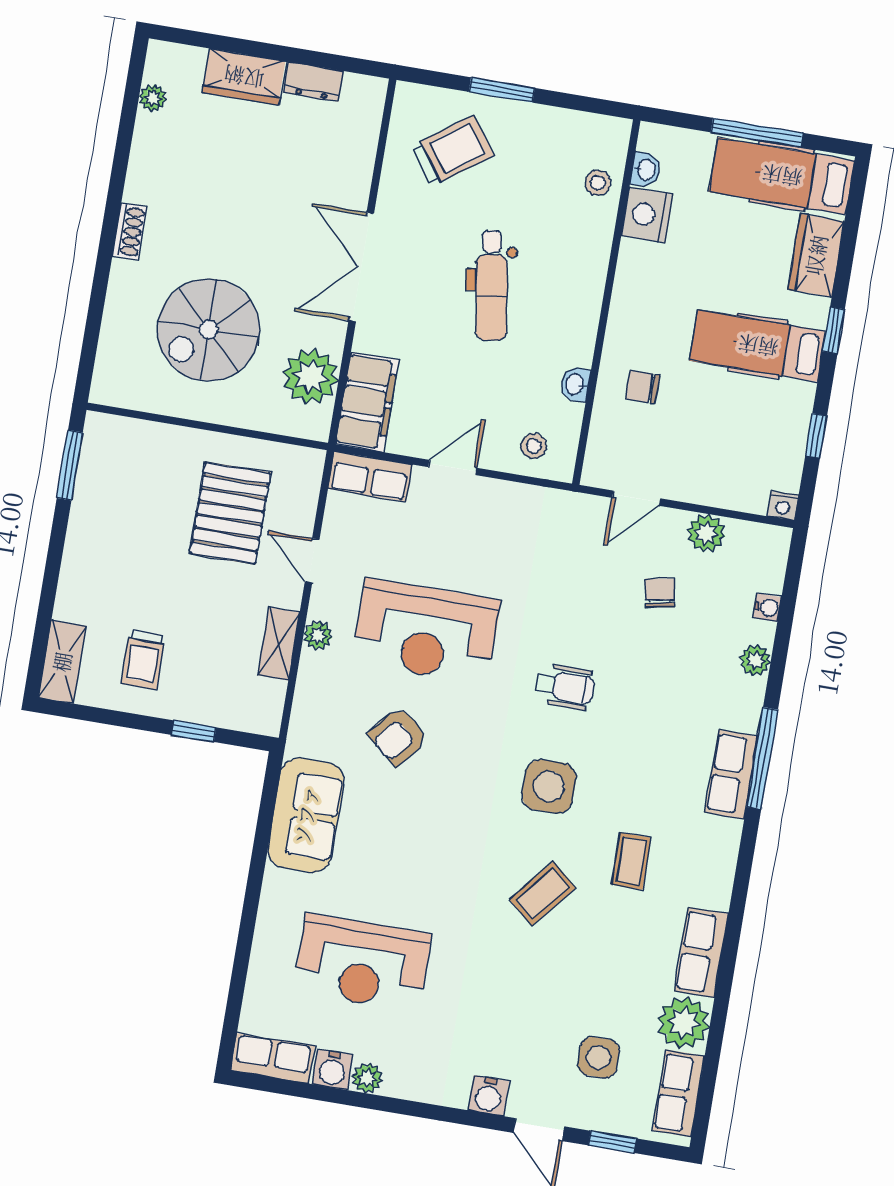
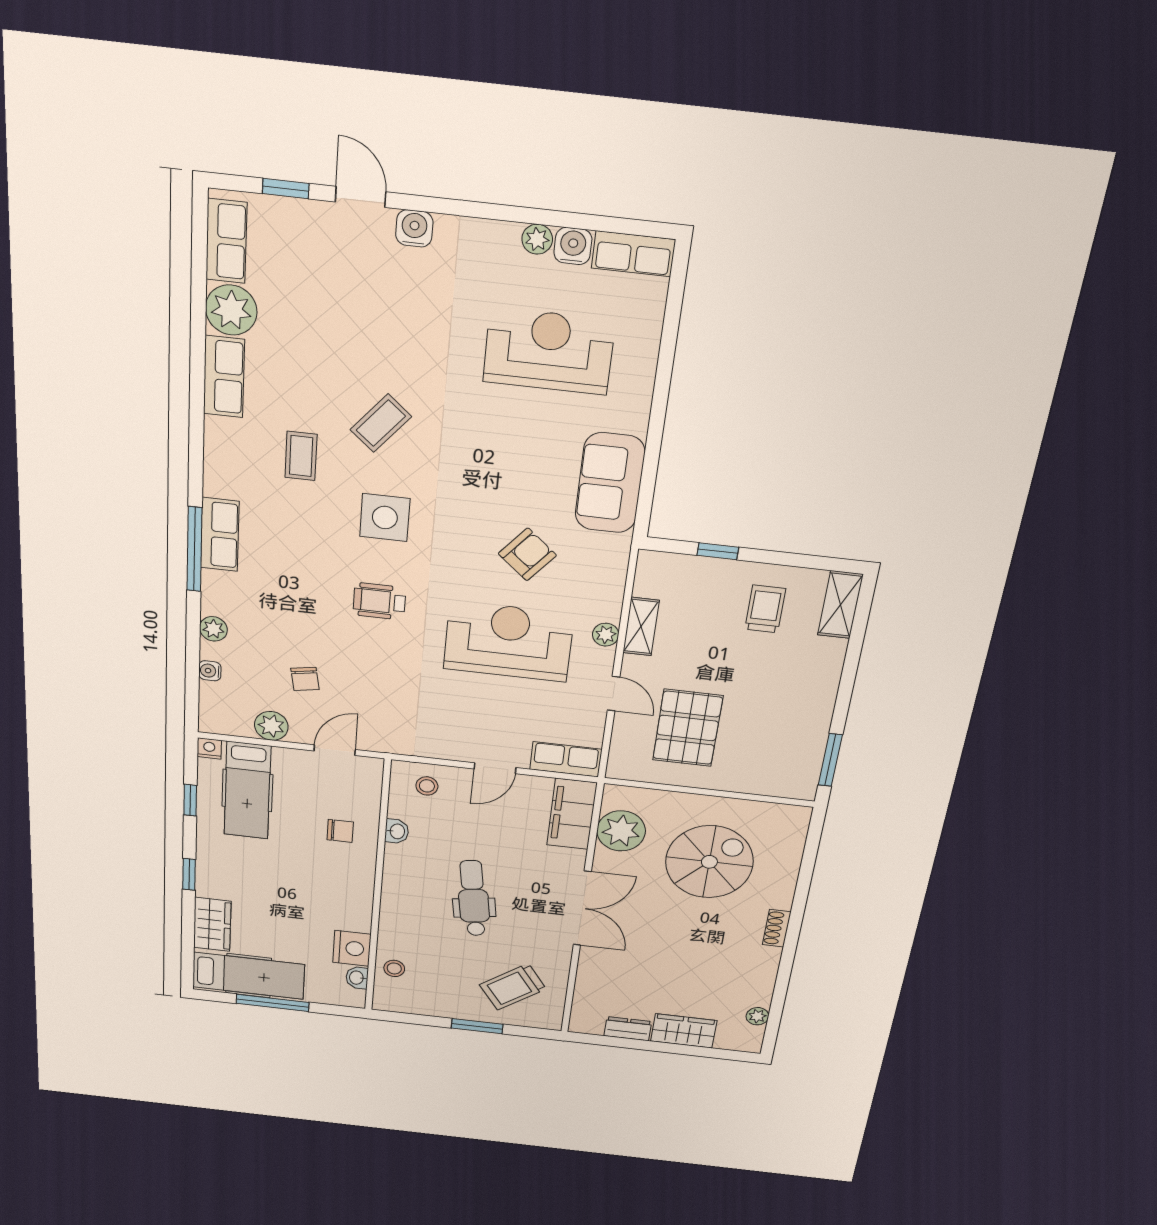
hospital bed: (758, 346) -> (247, 790), moved, turned 90
side table: (598, 1057) -> (310, 272), removed

